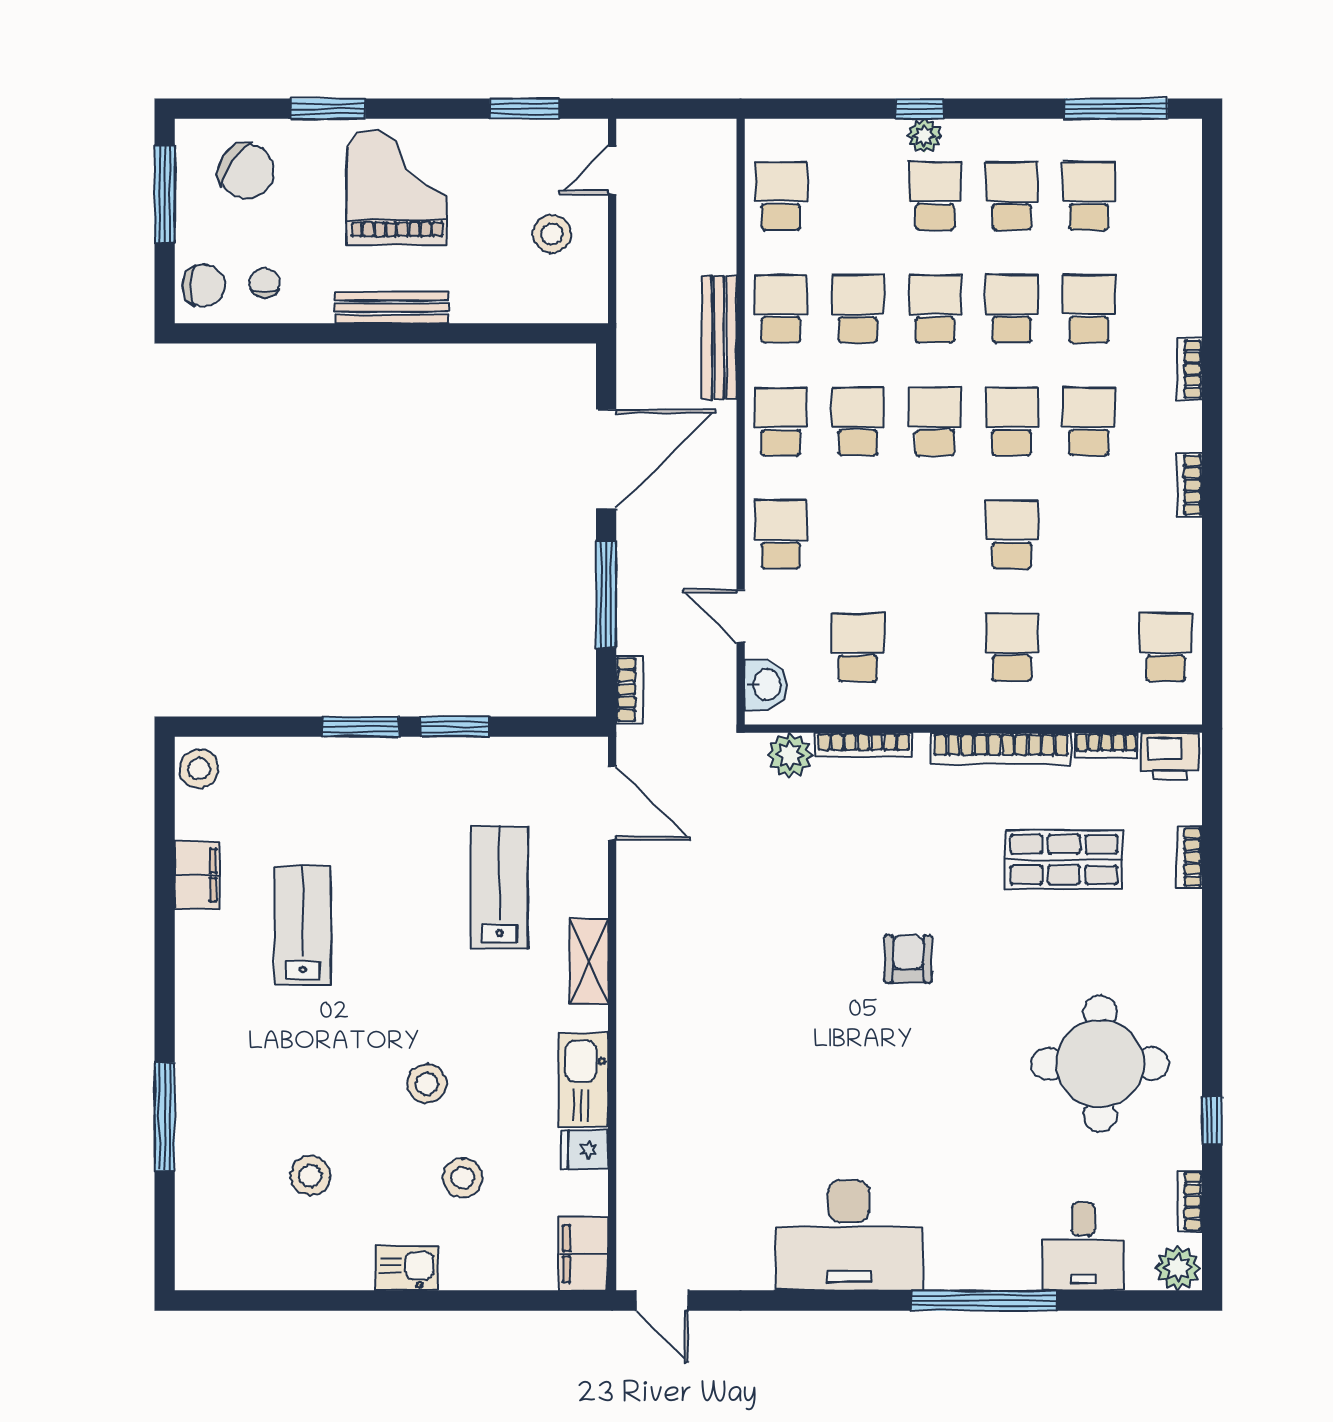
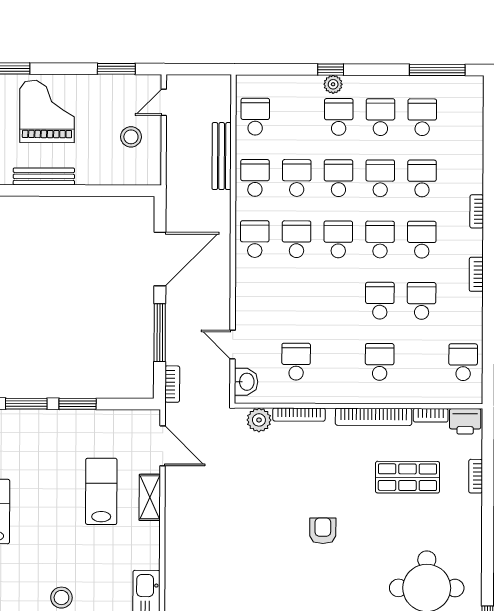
bench: (719, 337) -> (222, 156), moved
school desk: (781, 534) -> (422, 301), moved
shelving: (589, 962) -> (150, 497), moved

